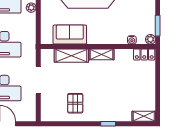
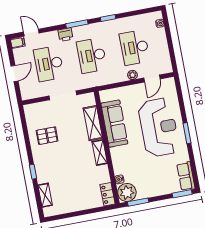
sofa: (70, 35) -> (114, 124), width x1.36
plant: (150, 39) -> (127, 192), width x1.88, depth x1.88
shelving: (144, 116) -> (45, 195), moved

